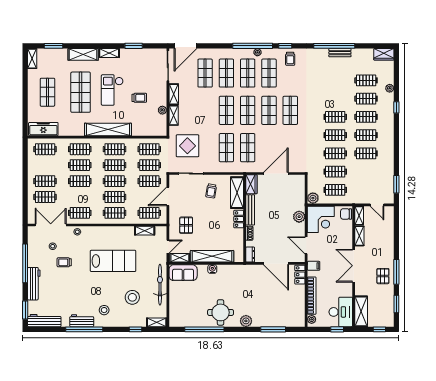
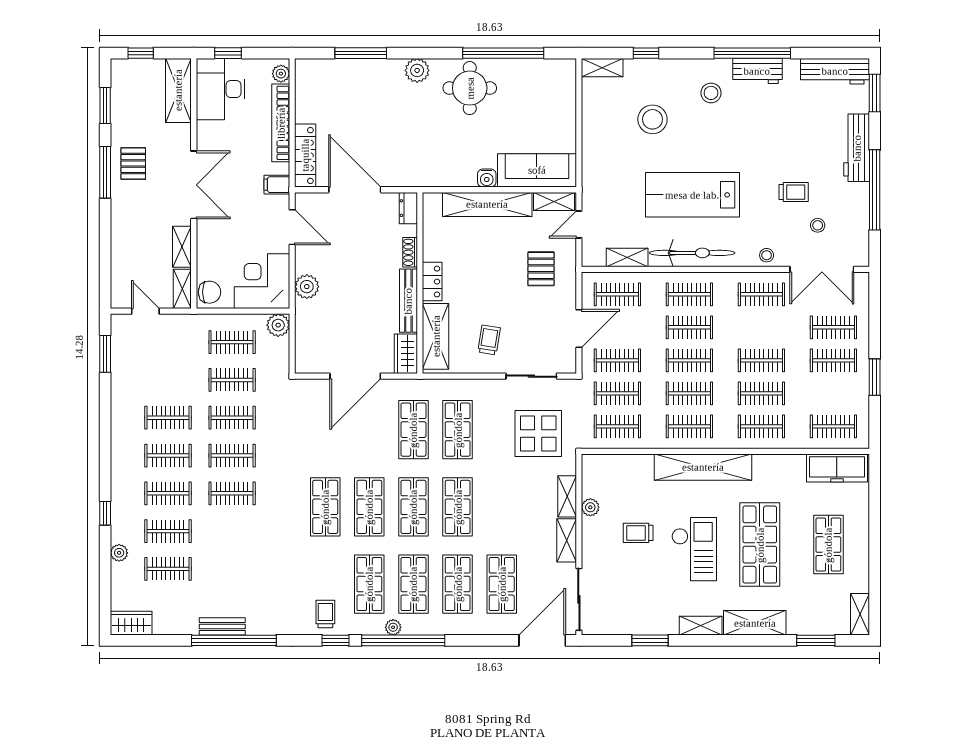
window: (25, 173) -> (875, 377), added
sofa: (183, 273) -> (537, 170), width x1.36
locker: (300, 275) -> (305, 155), width x1.53
bicycle: (160, 285) -> (692, 253), moved, turned -90

